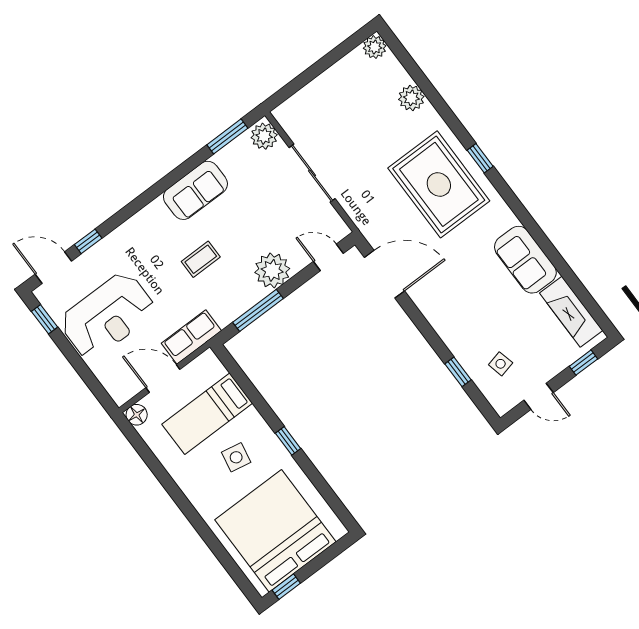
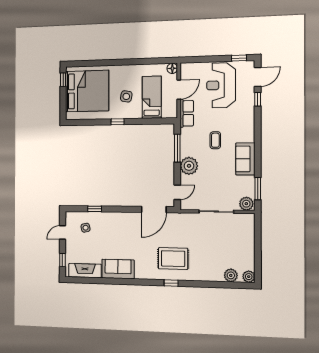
plant: (411, 98) -> (231, 275), moved
rug: (439, 184) -> (173, 259), width x0.73, depth x0.69

